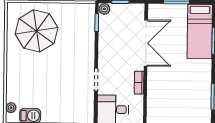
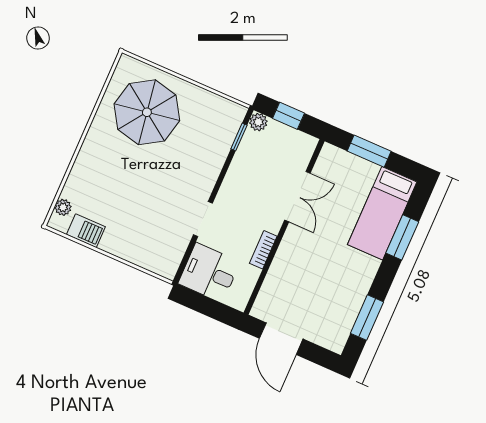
double door: (146, 43) -> (297, 197), width x0.73

